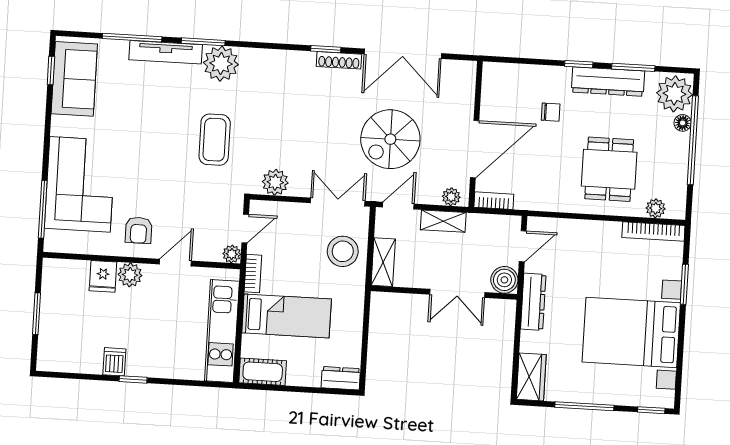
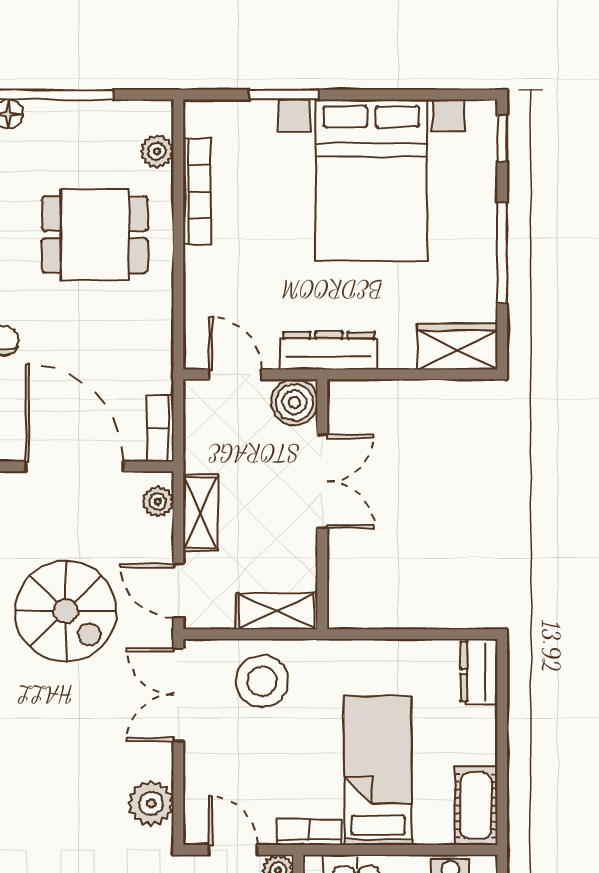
bookcase: (653, 232) -> (197, 192), moved

